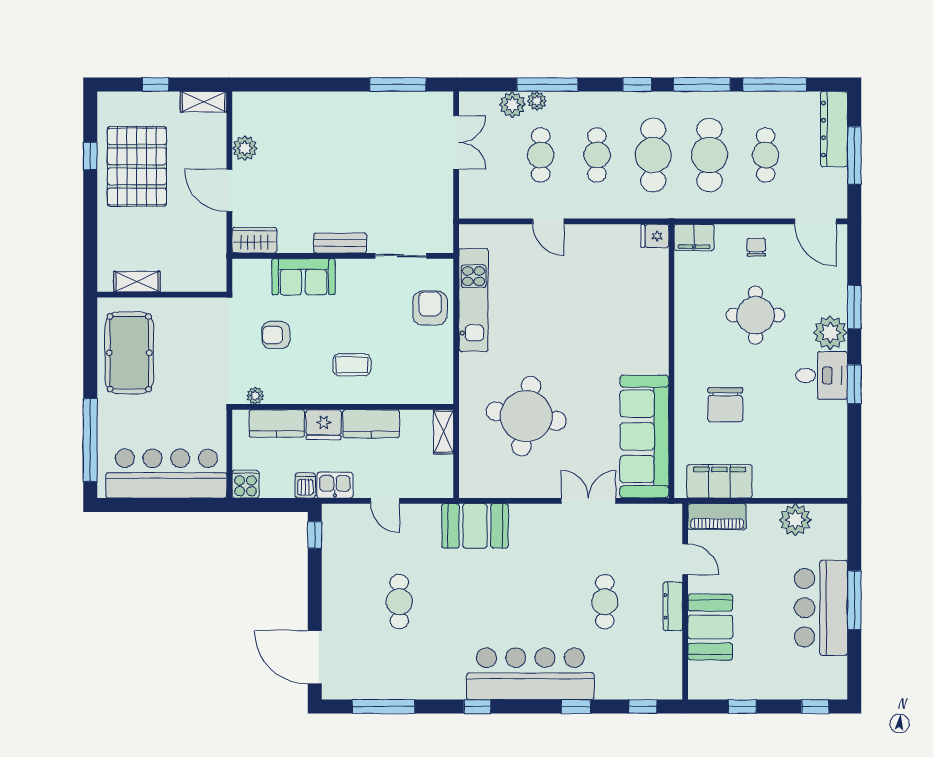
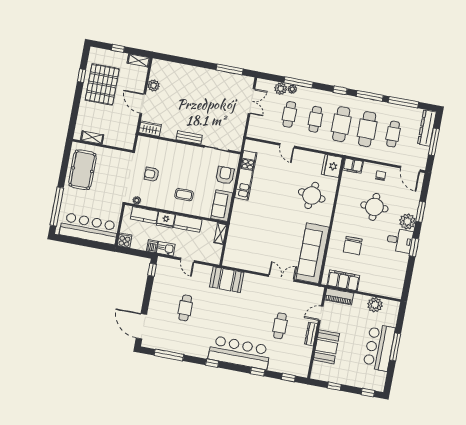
fridge: (655, 236) -> (332, 166), width x1.88, depth x1.34
sofa: (303, 277) -> (222, 206), moved, turned 90
round table: (526, 416) -> (312, 195), moved, width x0.73, depth x0.73
door: (685, 559) -> (321, 313), swing flipped

